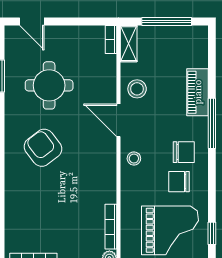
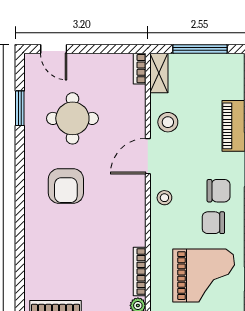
door: (119, 120) -> (148, 156), hinge flipped
armchair: (43, 148) -> (66, 186), turned -143

